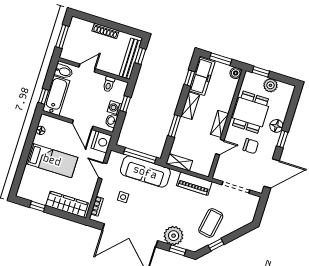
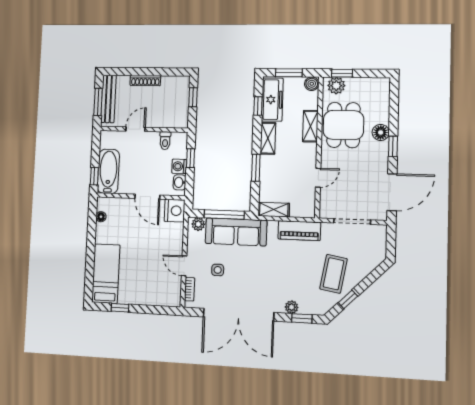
bench: (130, 59) -> (108, 99), moved
bidet: (64, 71) -> (110, 141), removed
plant: (270, 85) -> (336, 86), moved
shelving: (220, 124) -> (310, 126), moved
chair: (251, 146) -> (356, 166), removed
plant: (118, 158) -> (198, 224), added
bed: (52, 160) -> (106, 274), moved, turned -90
door: (103, 171) -> (184, 266), moved
wardrobe: (67, 204) -> (154, 296), removed
plant: (174, 236) -> (292, 307), width x0.53, depth x0.53

